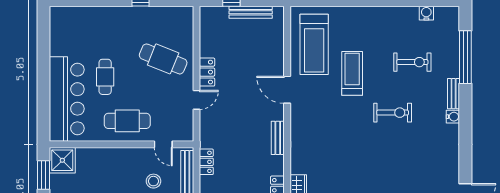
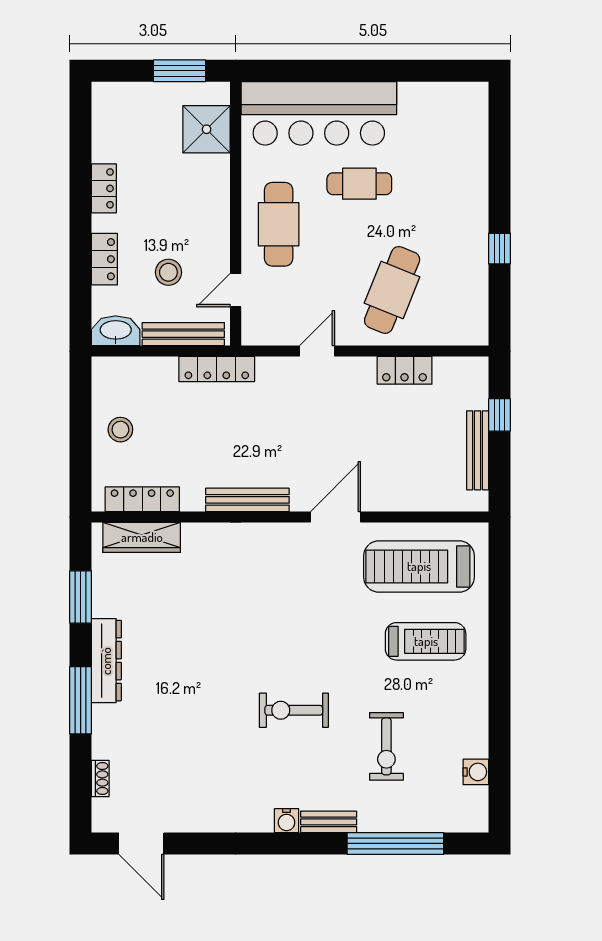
locker: (207, 72) -> (405, 370), moved
treadmill: (352, 73) -> (426, 641), moved
door: (196, 100) -> (317, 351), swing flipped
exercise bike: (393, 113) -> (294, 710), turned 90
bench: (278, 138) -> (247, 500), width x1.36
shower: (62, 160) -> (207, 129), moved
locker: (206, 162) -> (217, 369), width x1.53

